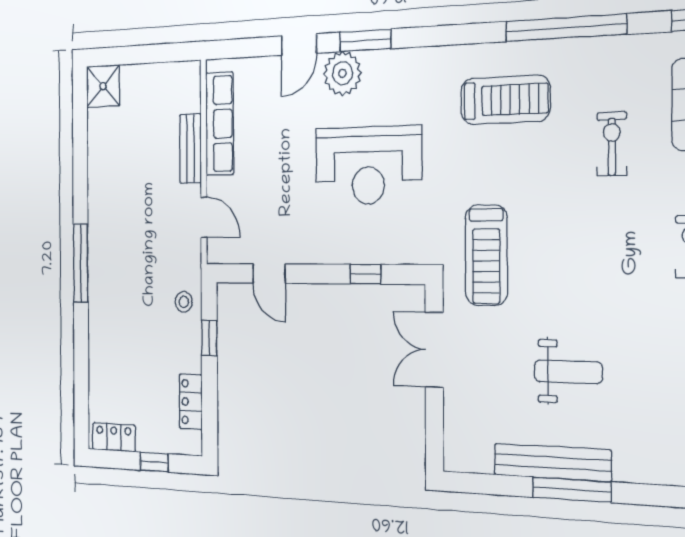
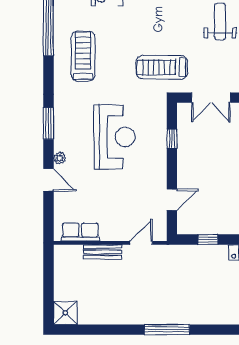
window: (365, 40) -> (48, 124), moved
plant: (343, 73) -> (60, 158), width x0.53, depth x0.53
row of seats: (220, 124) -> (80, 232), width x0.68
treadmill: (486, 255) -> (162, 67), turned 180
stool: (184, 302) -> (188, 257), removed

